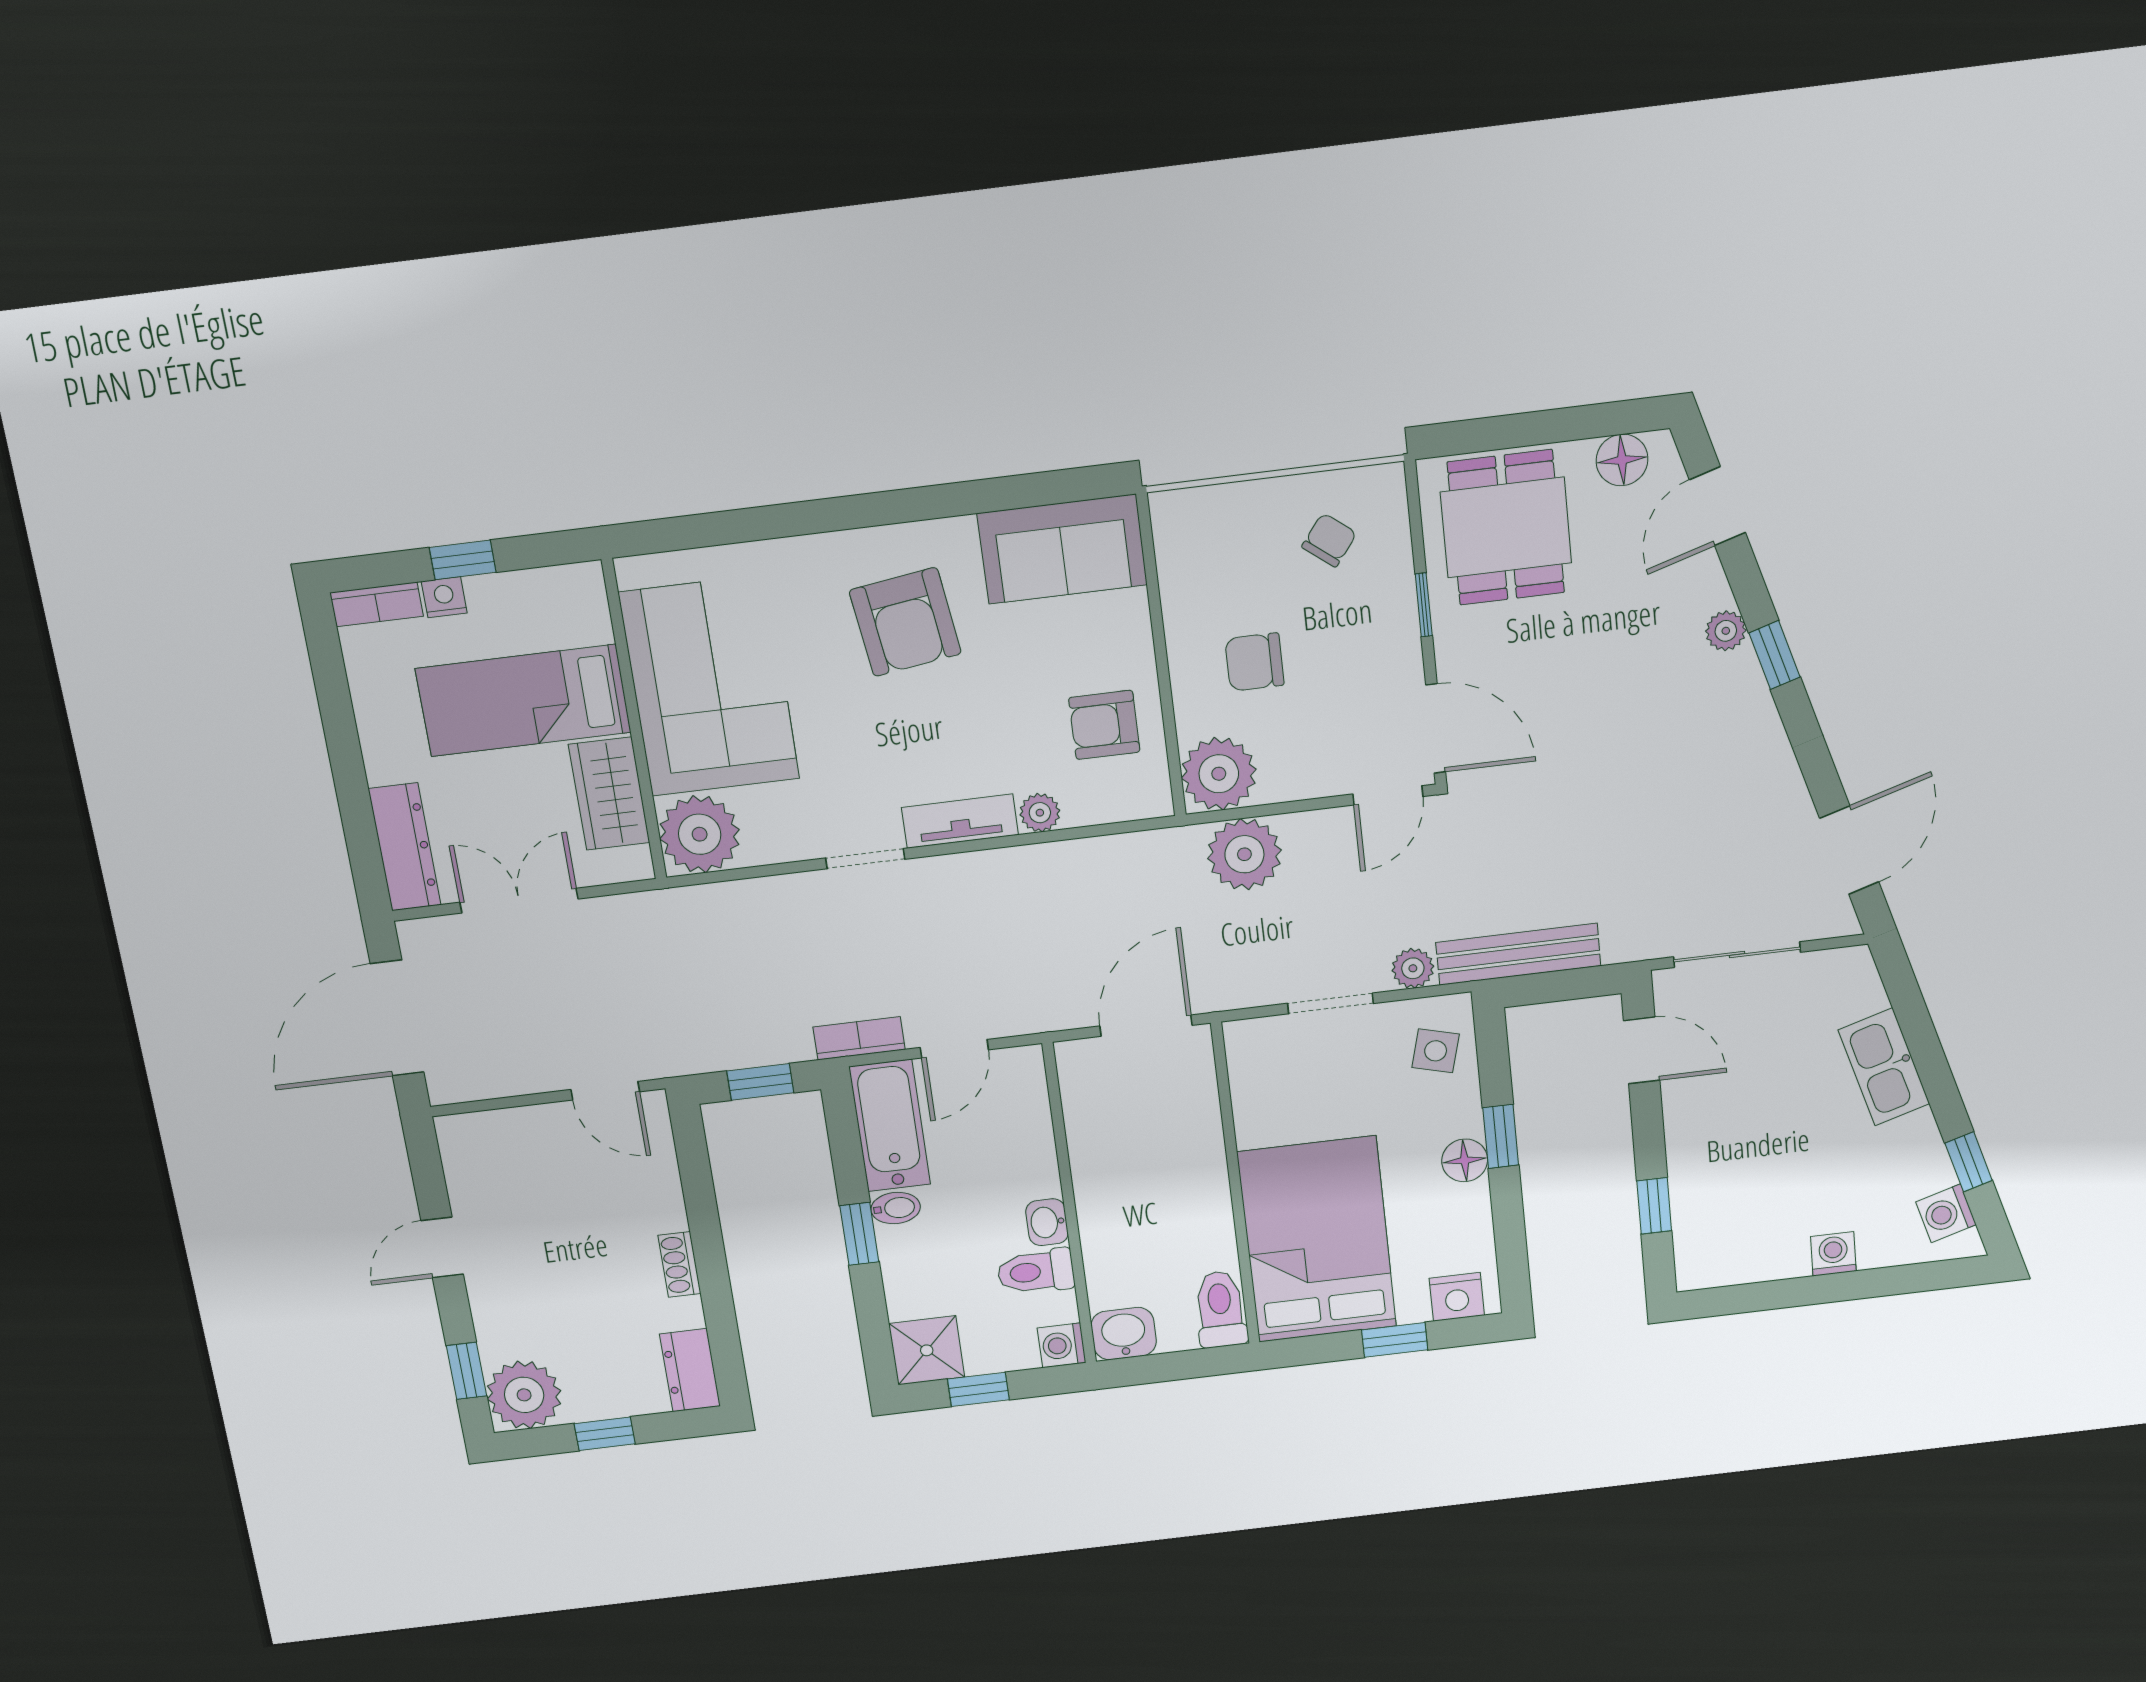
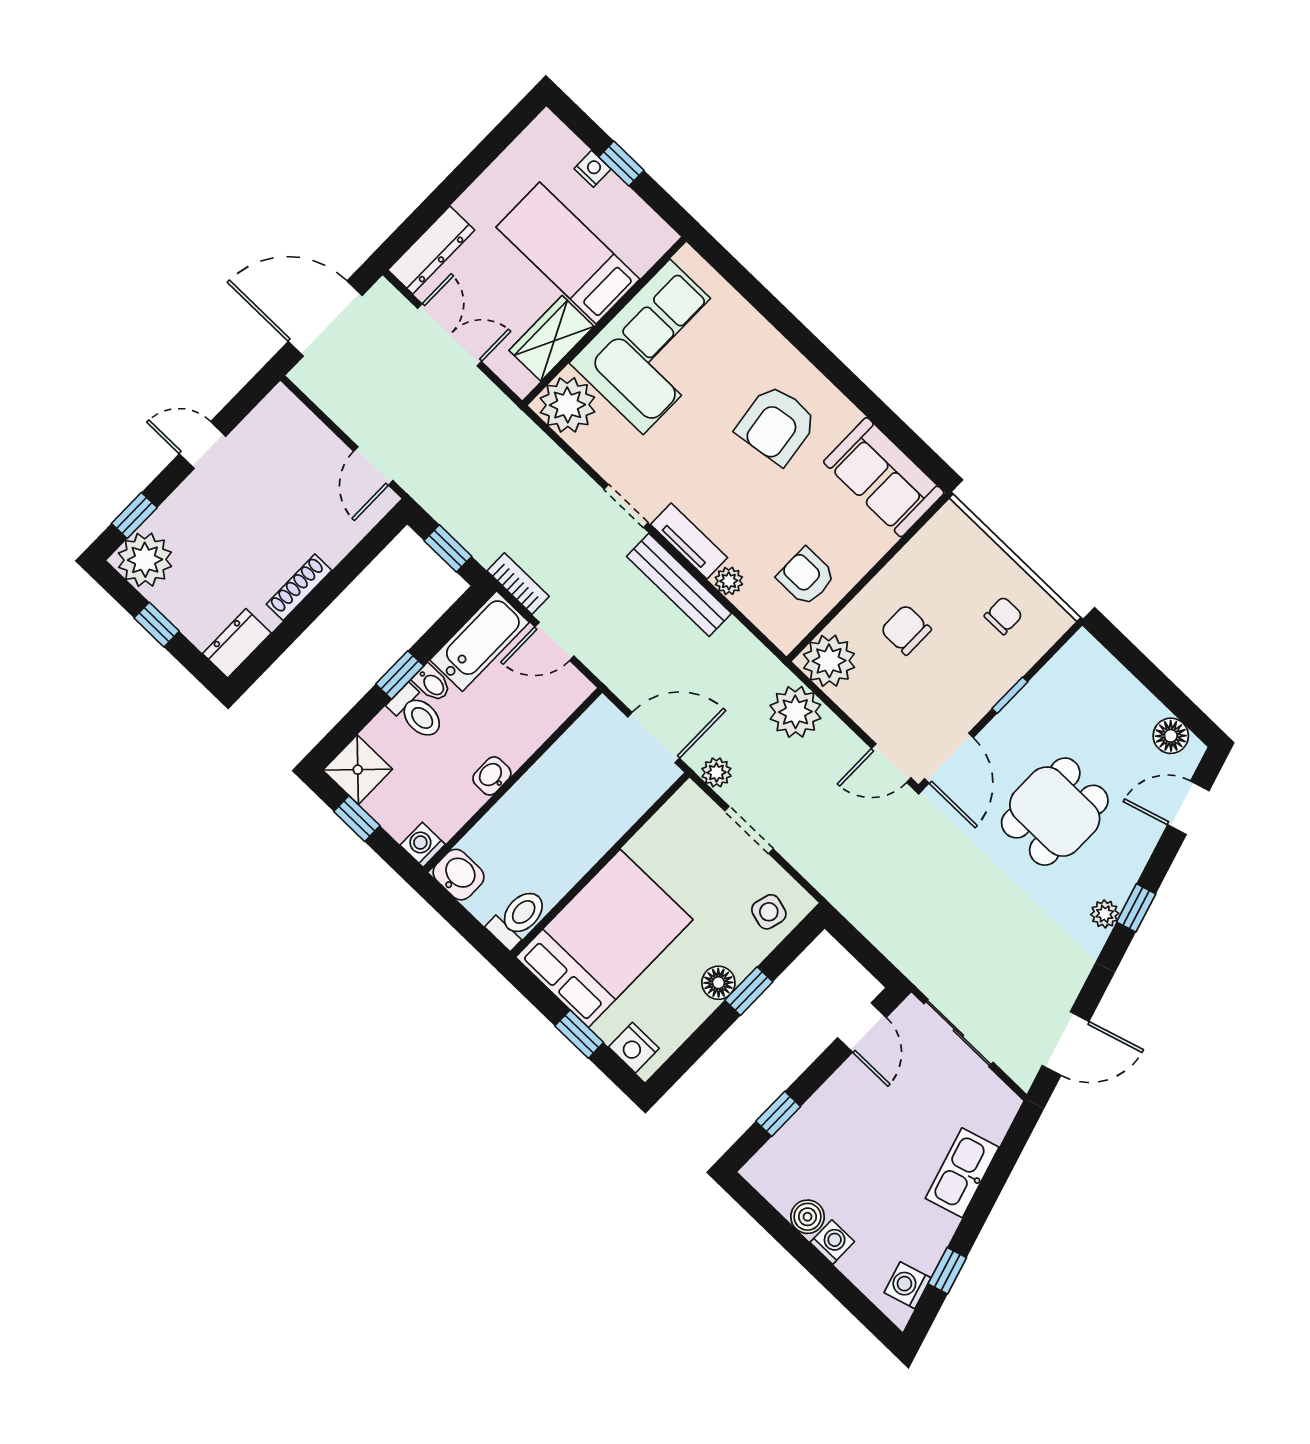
dining table: (1506, 527) -> (1055, 812), moved
chair: (1329, 540) -> (1003, 616), turned -38
bookcase: (377, 604) -> (560, 136), removed
plant: (1726, 631) -> (1105, 914), moved
bench: (1518, 954) -> (679, 585), moved
plant: (1413, 968) -> (716, 772), moved
boiler: (1785, 1258) -> (807, 1217), added
shoe rack: (679, 1264) -> (299, 587), width x1.43
toilet: (1036, 1272) -> (417, 713), moved, turned 180

